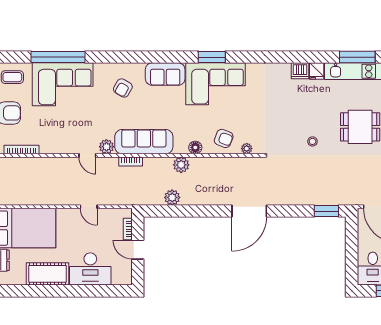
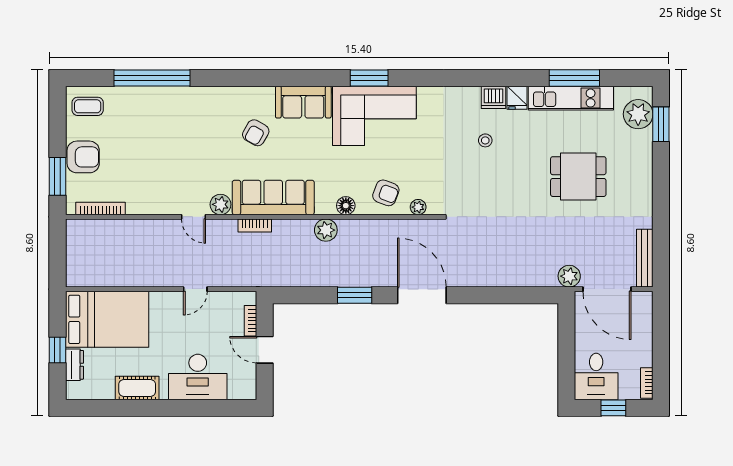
corner sofa: (63, 84) -> (159, 116), removed
armchair: (123, 88) -> (256, 133), moved
stool: (312, 141) -> (485, 140), moved
plant: (172, 197) -> (569, 276), moved
door: (89, 207) -> (195, 289), hinge flipped
door: (249, 211) -> (422, 295), swing flipped
window: (326, 211) -> (355, 295), moved
cot: (47, 274) -> (137, 388), width x0.73, depth x0.75

